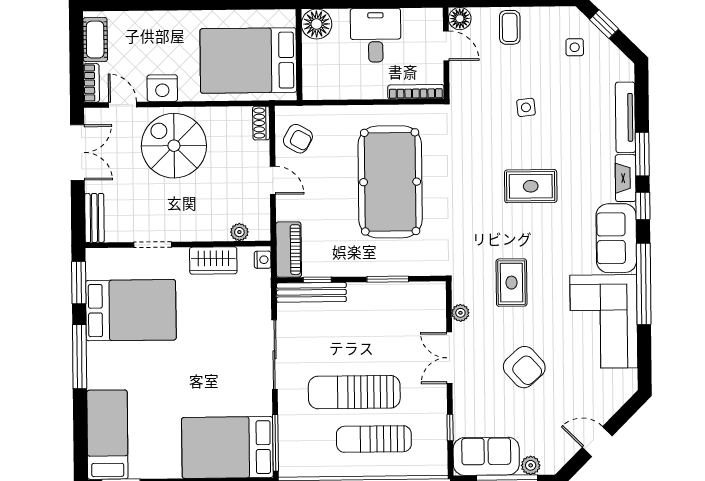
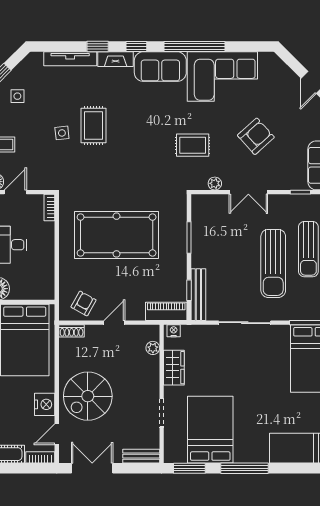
bookcase: (416, 92) -> (49, 208), width x0.64
window: (642, 154) -> (98, 46), width x0.67
rug: (531, 186) -> (94, 125), moved

